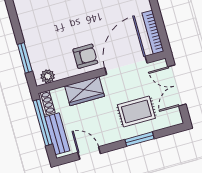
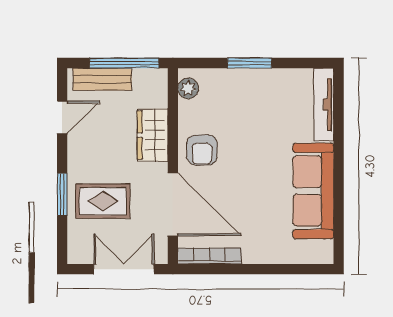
window: (25, 58) -> (250, 63), moved
shoe rack: (47, 103) -> (151, 76), removed
rug: (136, 111) -> (103, 201), turned 90

